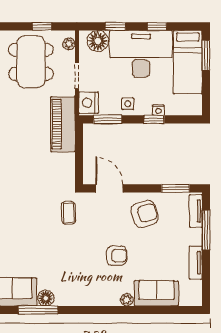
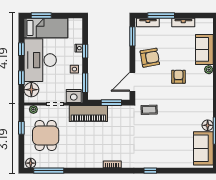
dining table: (31, 62) -> (46, 135), width x0.73
window: (79, 158) -> (111, 103), added
armchair: (145, 214) -> (150, 58), turned 98

